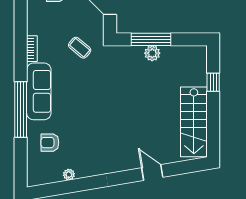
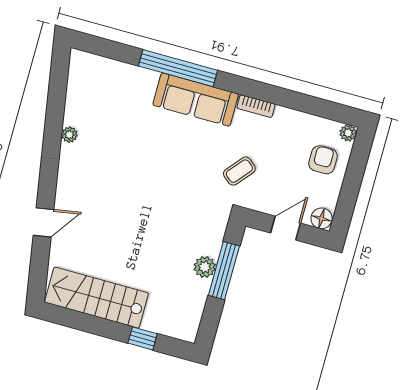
armchair: (50, 143) -> (122, 95), removed
plant: (69, 175) -> (69, 135), moved

